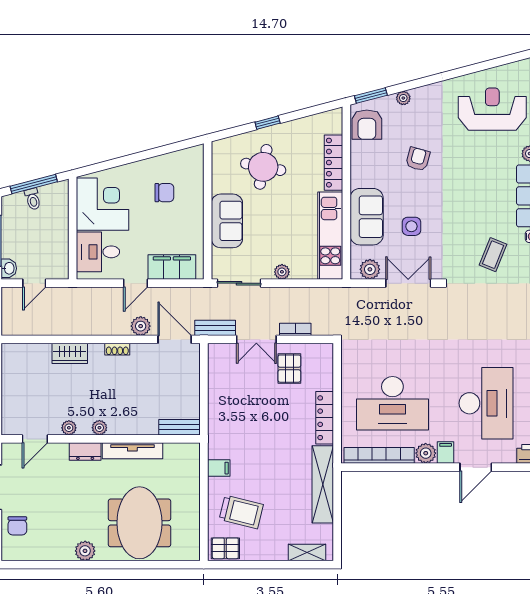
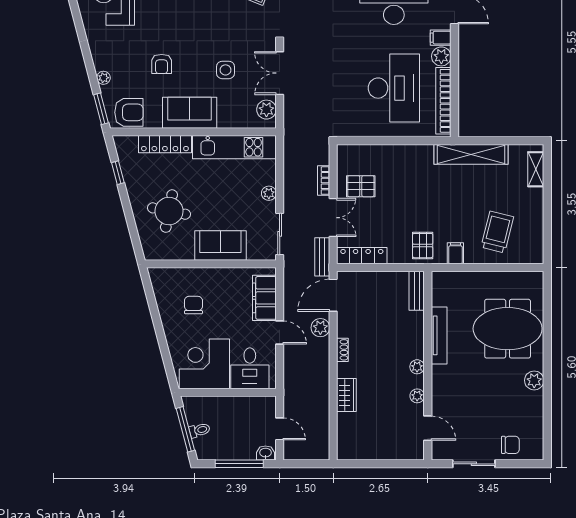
window: (268, 123) -> (118, 173), moved
armchair: (418, 159) -> (162, 64), turned -105
sofa: (367, 217) -> (190, 113), moved
locker: (325, 418) -> (362, 256), moved, turned 180
dresser: (85, 451) -> (440, 380), removed
pallet: (225, 548) -> (423, 246), moved

